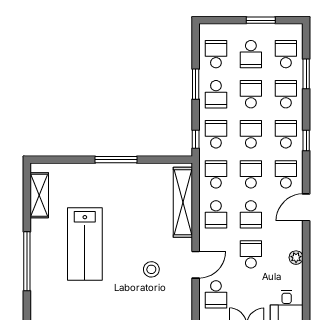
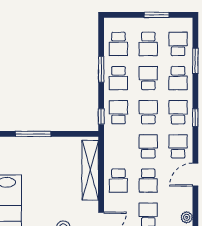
school desk: (216, 54) -> (118, 44), turned 180
school desk: (286, 94) -> (178, 78), turned 180
school desk: (216, 174) -> (118, 146), removed

